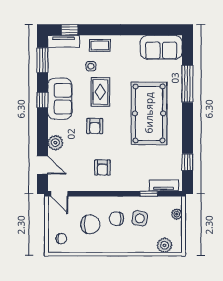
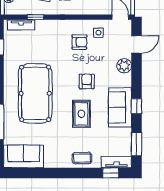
side table: (91, 66) -> (98, 33), moved
door: (42, 165) -> (136, 44), swing flipped
armchair: (102, 168) -> (79, 42), turned 90

